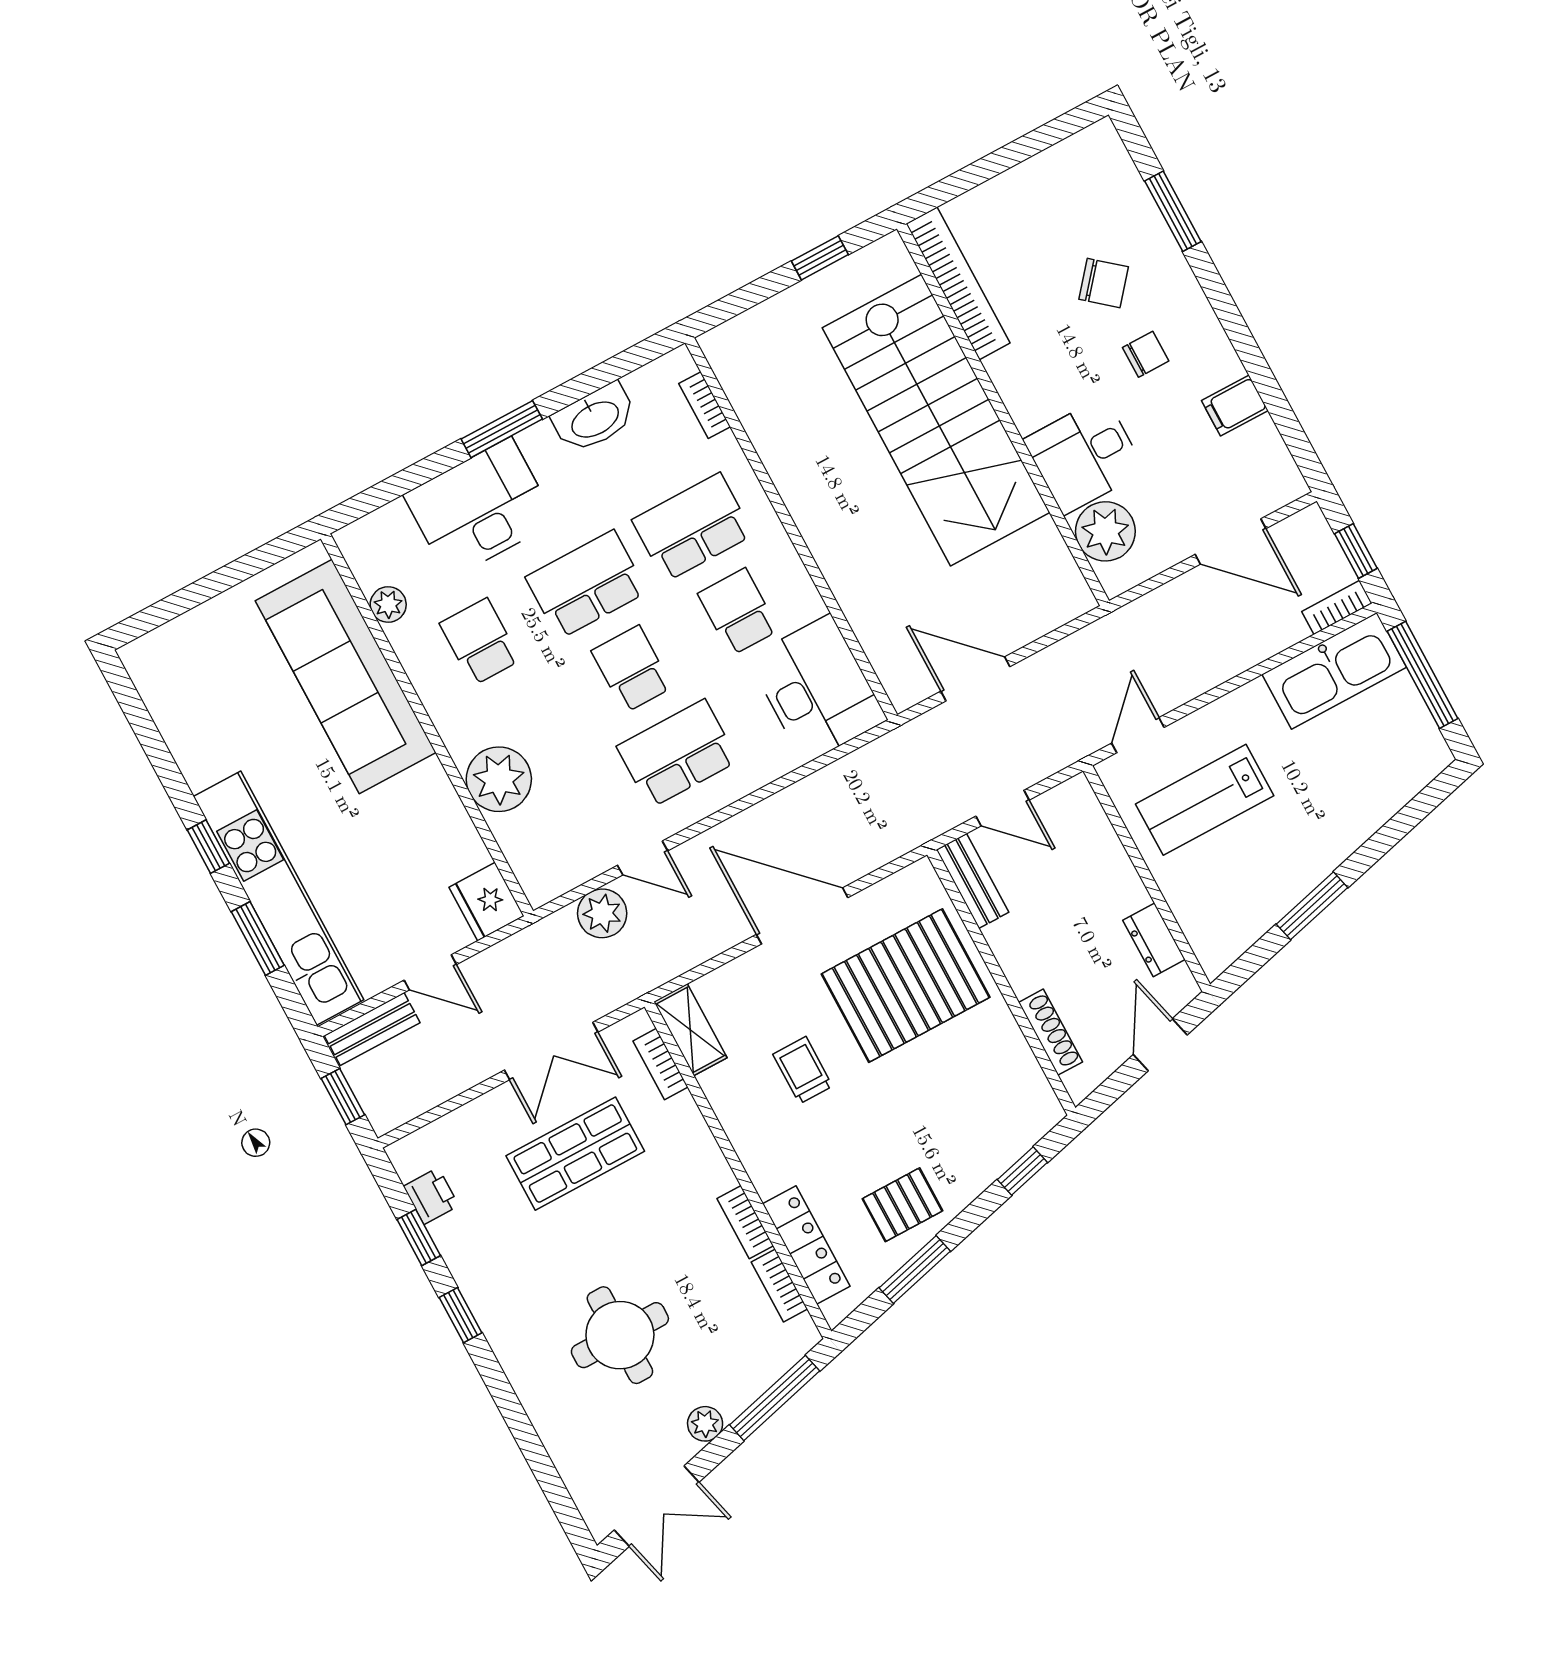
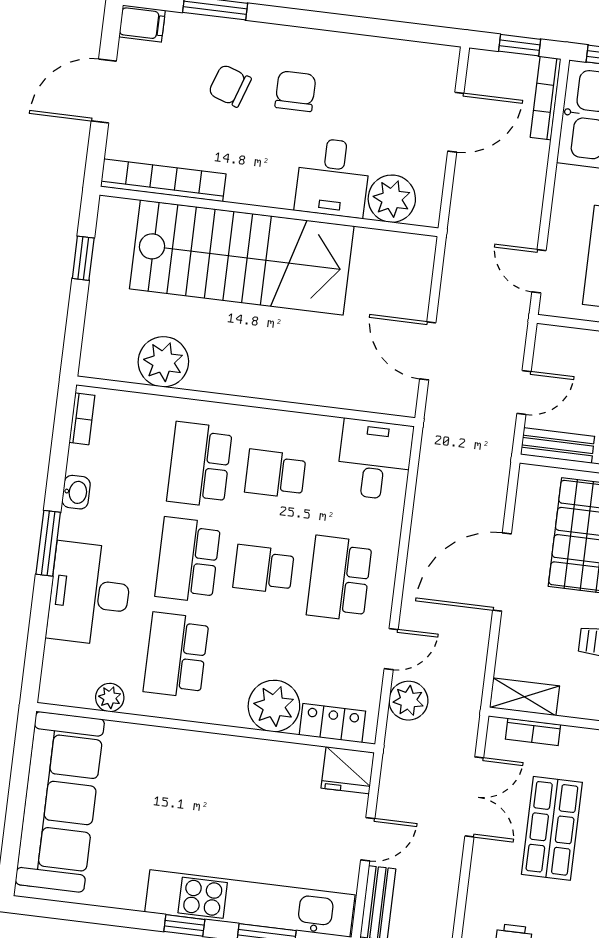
door: (1007, 157) -> (104, 91), added
chair: (1104, 283) -> (230, 86), turned -111
chair: (1146, 354) -> (295, 91), width x1.37, depth x1.37
bookcase: (705, 405) -> (82, 419), moved, turned -90
filing cabinet: (1235, 406) -> (142, 24), moved, turned -90
plant: (772, 415) -> (163, 362), added
washbasin: (594, 418) -> (76, 492), width x0.52, depth x0.69
bookcase: (1337, 607) -> (546, 98), width x1.56
school desk: (480, 642) -> (176, 655), width x1.85
sofa: (346, 677) -> (60, 802), moved, turned -90
door: (975, 679) -> (428, 351), hinge flipped
desk: (817, 689) -> (375, 460), width x0.73
locker: (524, 852) -> (332, 723), added

